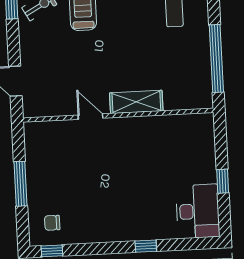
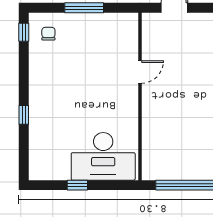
shelving: (136, 102) -> (151, 113), removed
desk: (198, 211) -> (103, 156), moved, width x1.36, depth x1.30

